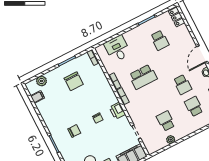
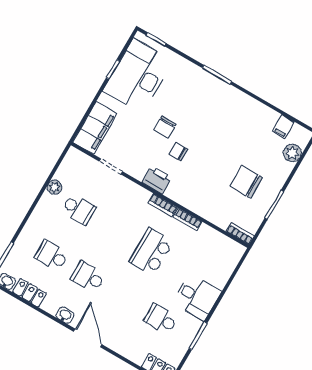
desk: (117, 49) -> (197, 297), moved
school desk: (194, 107) -> (52, 255), turned 180
chair: (74, 131) -> (165, 127), moved

